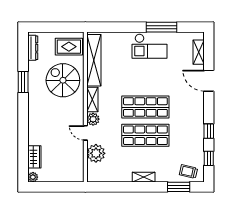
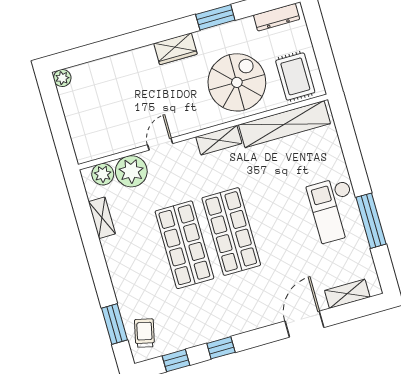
plant: (93, 119) -> (103, 174), moved
wardrobe: (34, 157) -> (175, 49), moved
shelving: (144, 177) -> (102, 218), moved

